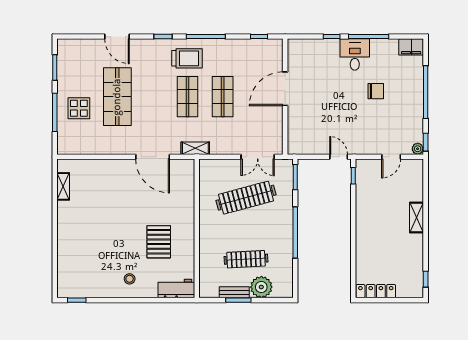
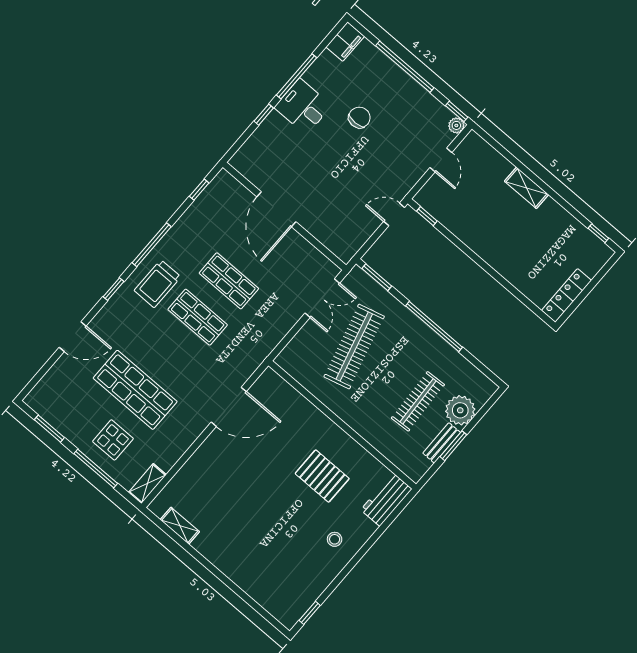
trolley: (187, 58) -> (157, 284), turned 180
shelving: (195, 148) -> (147, 484), moved

